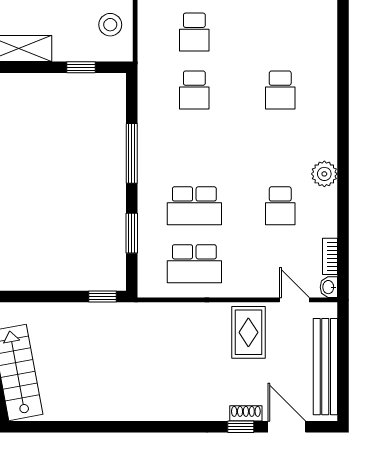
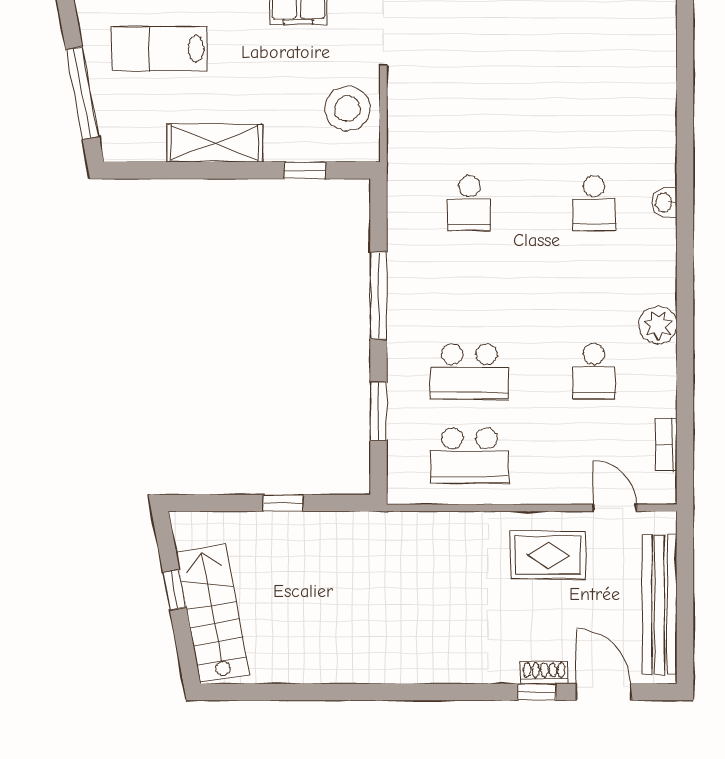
stool: (110, 25) -> (347, 109), width x1.38, depth x1.38
school desk: (194, 32) -> (469, 119), removed
washbasin: (329, 287) -> (664, 203), moved
window: (102, 296) -> (283, 503), moved
rug: (248, 332) -> (548, 555), turned 90

